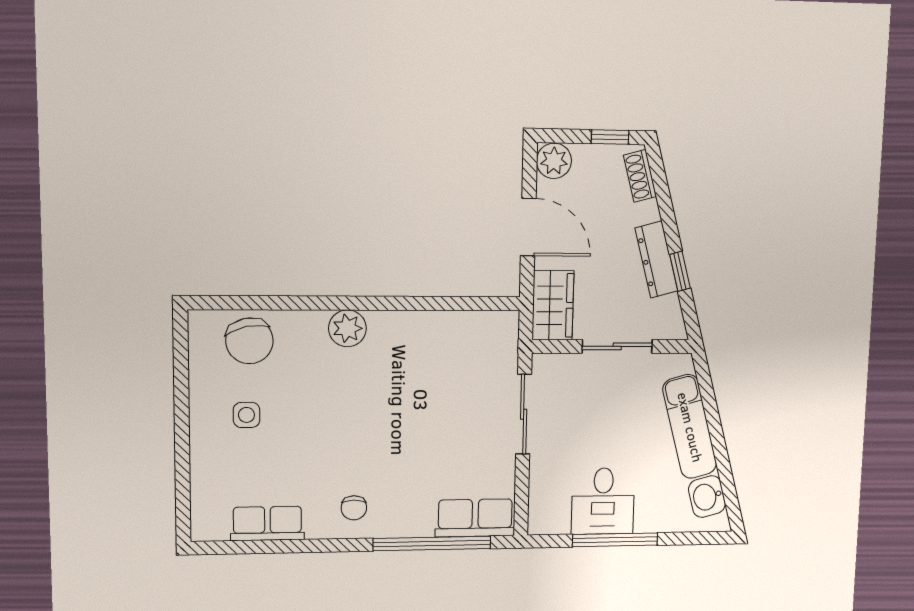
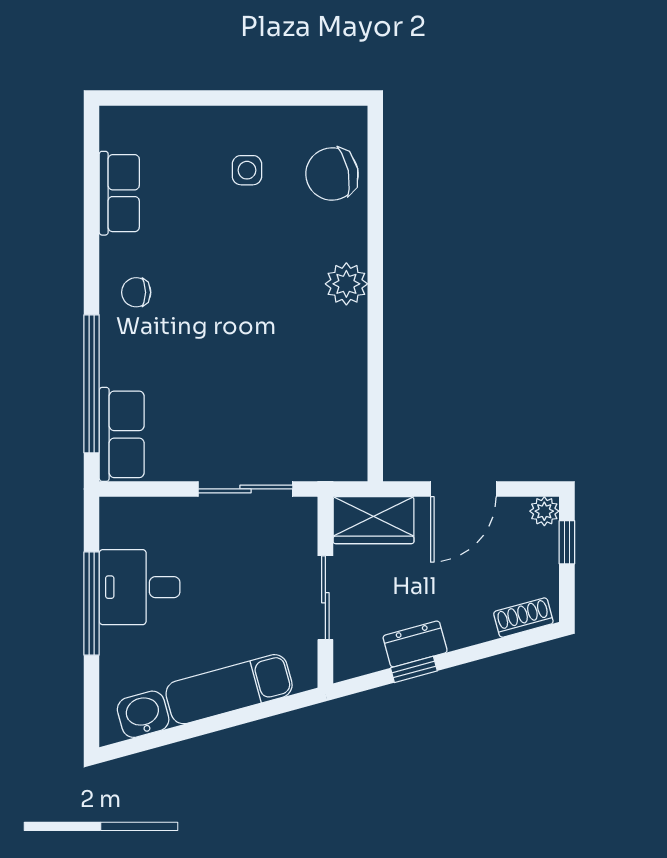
window: (610, 137) -> (567, 542), moved
plant: (554, 161) -> (544, 511), width x0.73, depth x0.73
dresser: (656, 259) -> (415, 644), width x0.70

